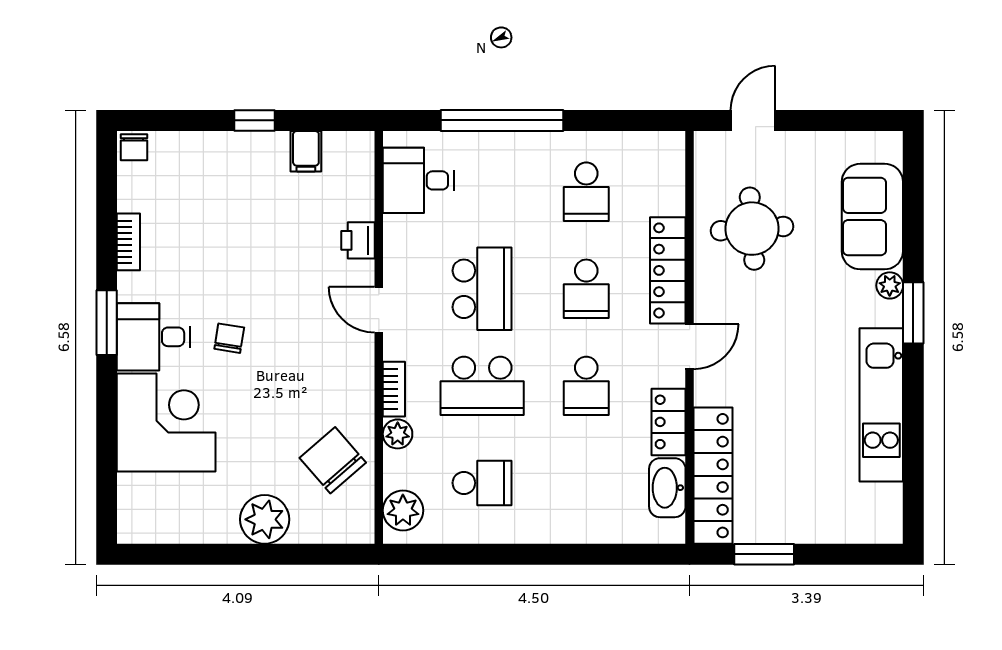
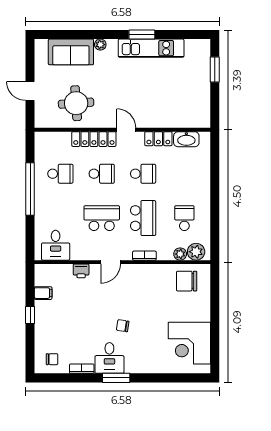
window: (502, 120) -> (30, 189), moved
door: (753, 120) -> (30, 91), moved
chair: (134, 147) -> (52, 359), moved
window: (913, 313) -> (142, 35), moved
desk: (153, 337) -> (109, 358), moved
corner desk: (166, 423) -> (189, 343), moved, turned -90
plant: (398, 434) -> (180, 254), moved
chair: (333, 460) -> (187, 281), moved, turned 41
locker: (713, 476) -> (181, 120), removed
plant: (265, 519) -> (200, 311), removed
window: (764, 554) -> (215, 70), moved

